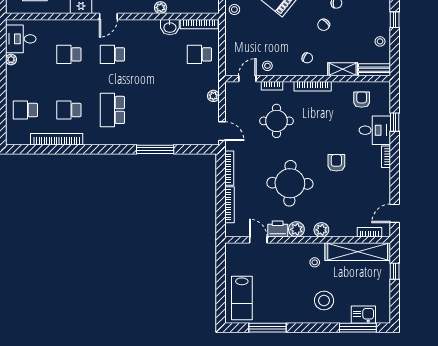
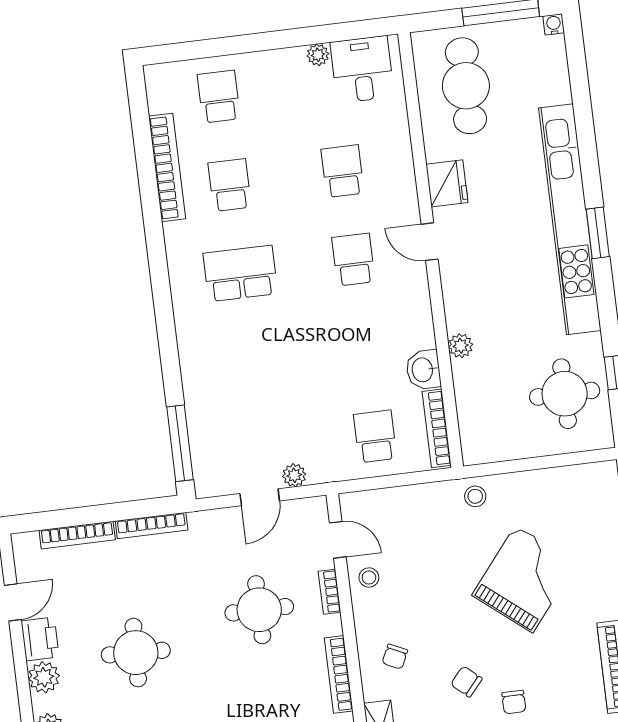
door: (222, 131) -> (260, 497), moved
window: (155, 149) -> (180, 443), moved
round table: (290, 183) -> (136, 653), width x0.73, depth x0.73

